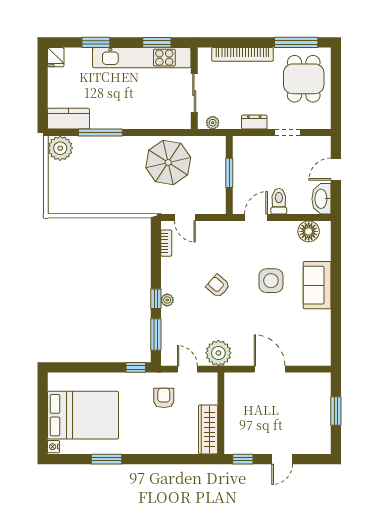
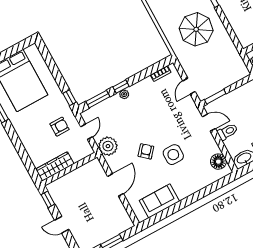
parasol: (168, 162) -> (196, 29), moved
window: (229, 173) -> (215, 97), moved
door: (185, 217) -> (189, 86), moved
sofa: (317, 285) -> (159, 201), moved
armchair: (218, 286) -> (146, 151), moved

